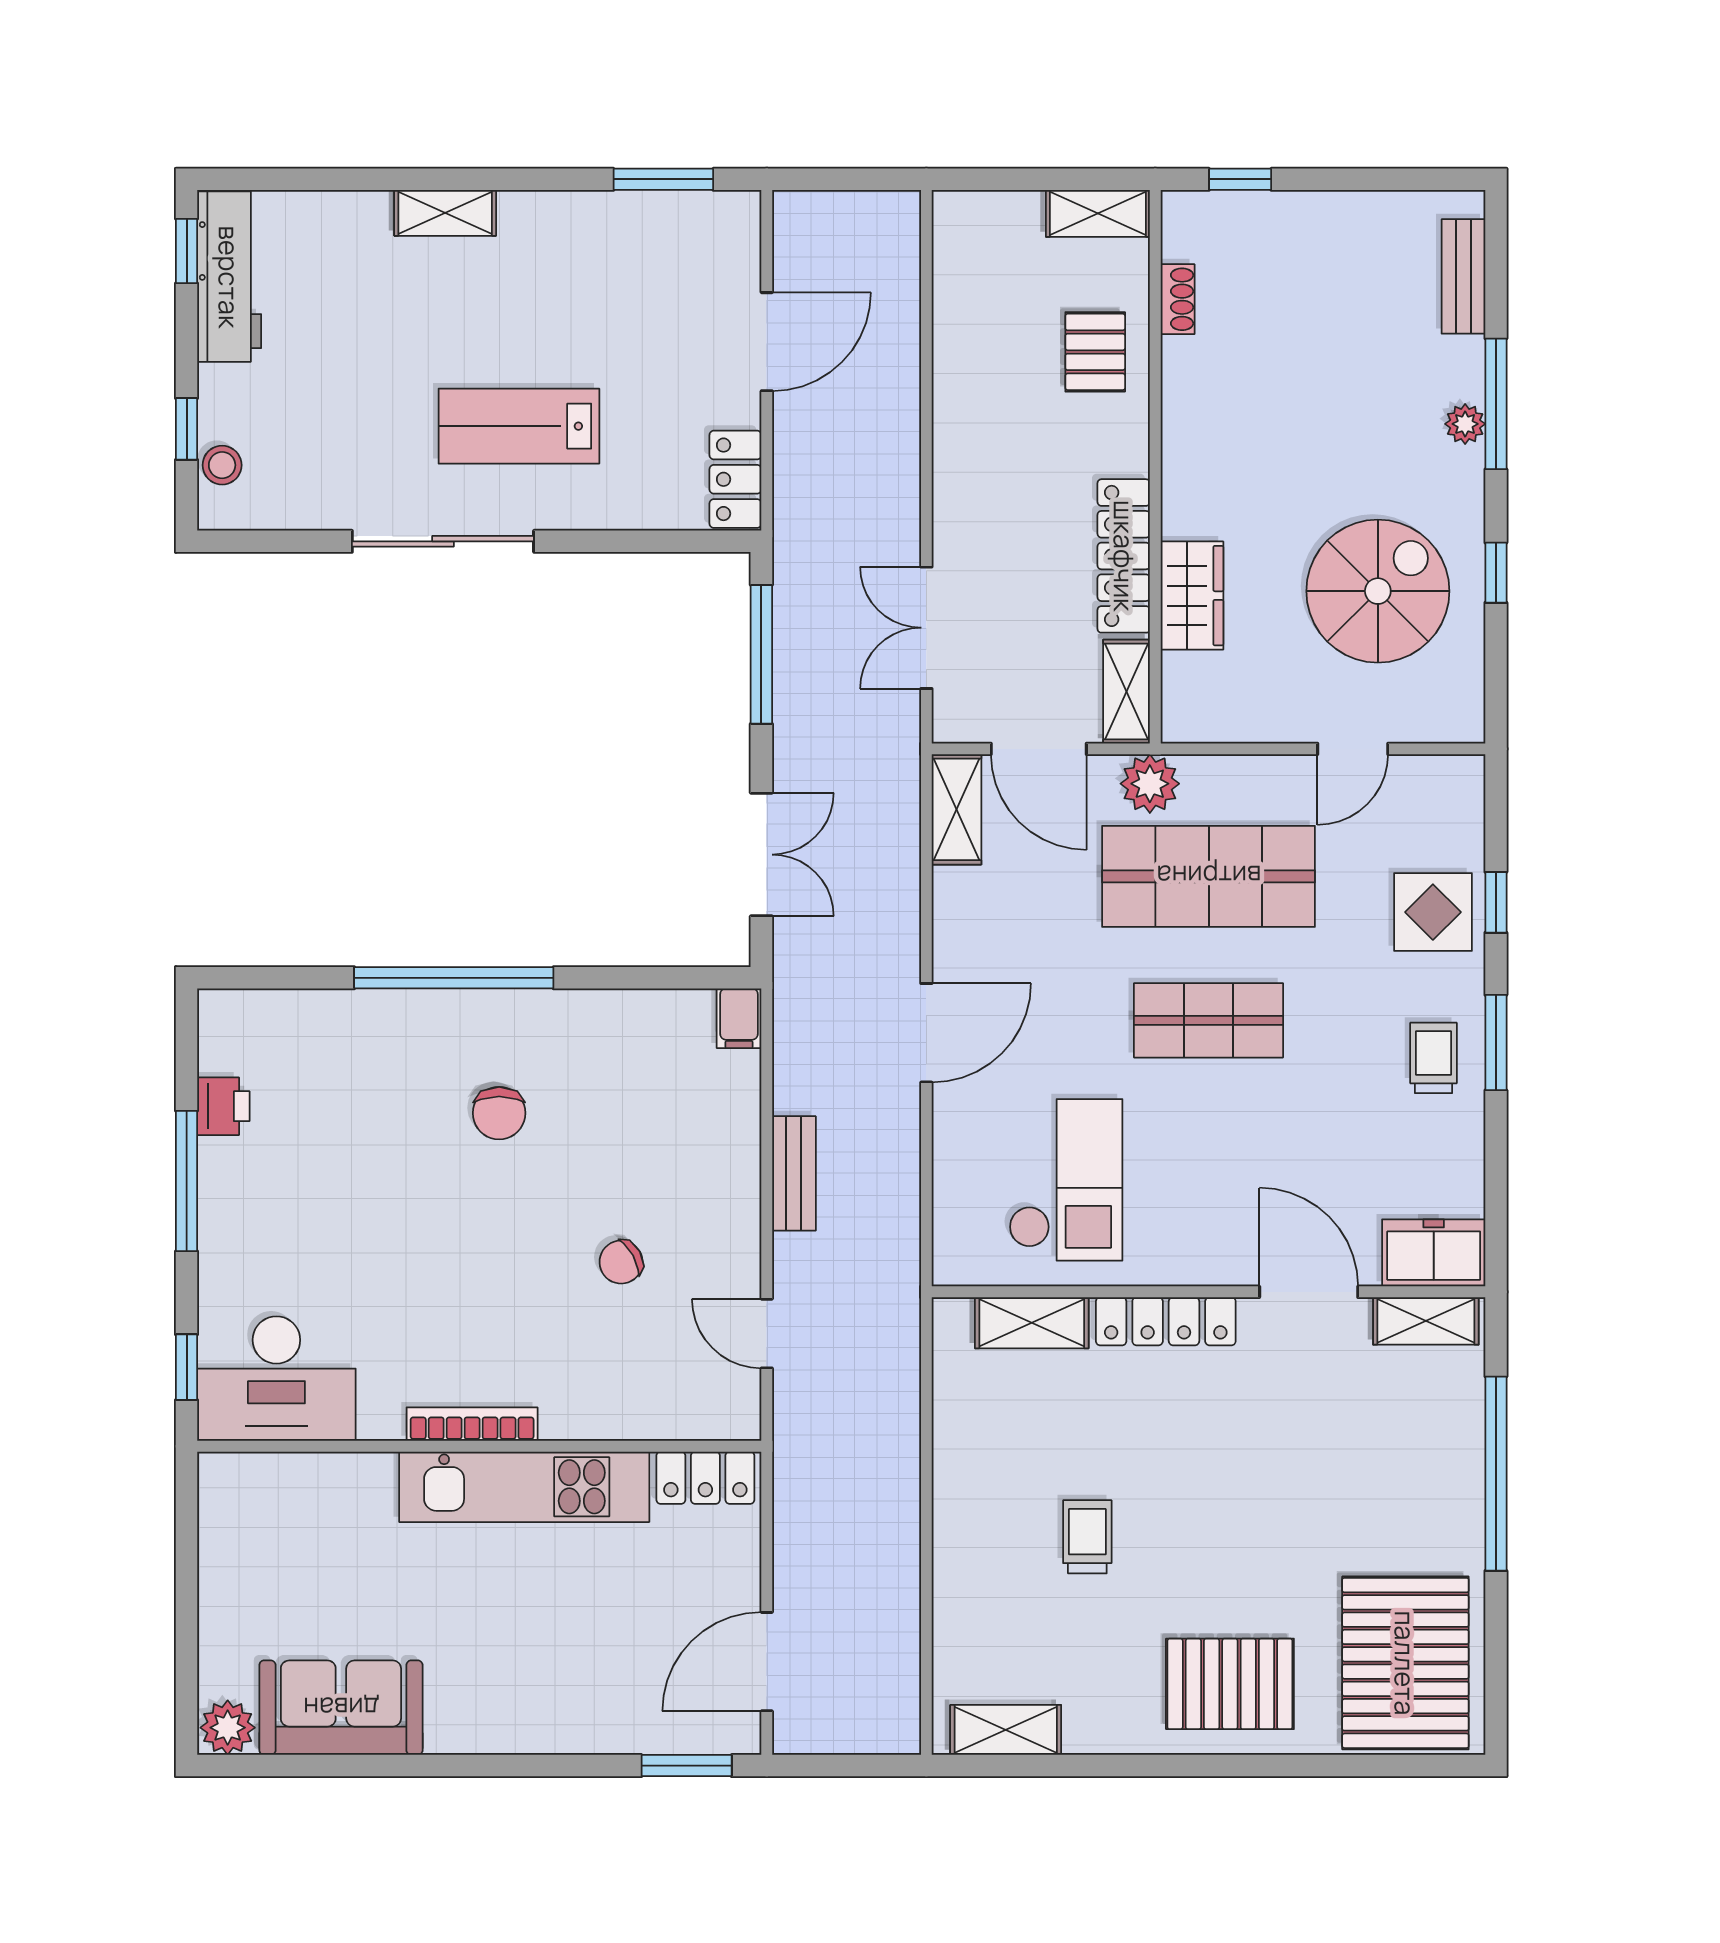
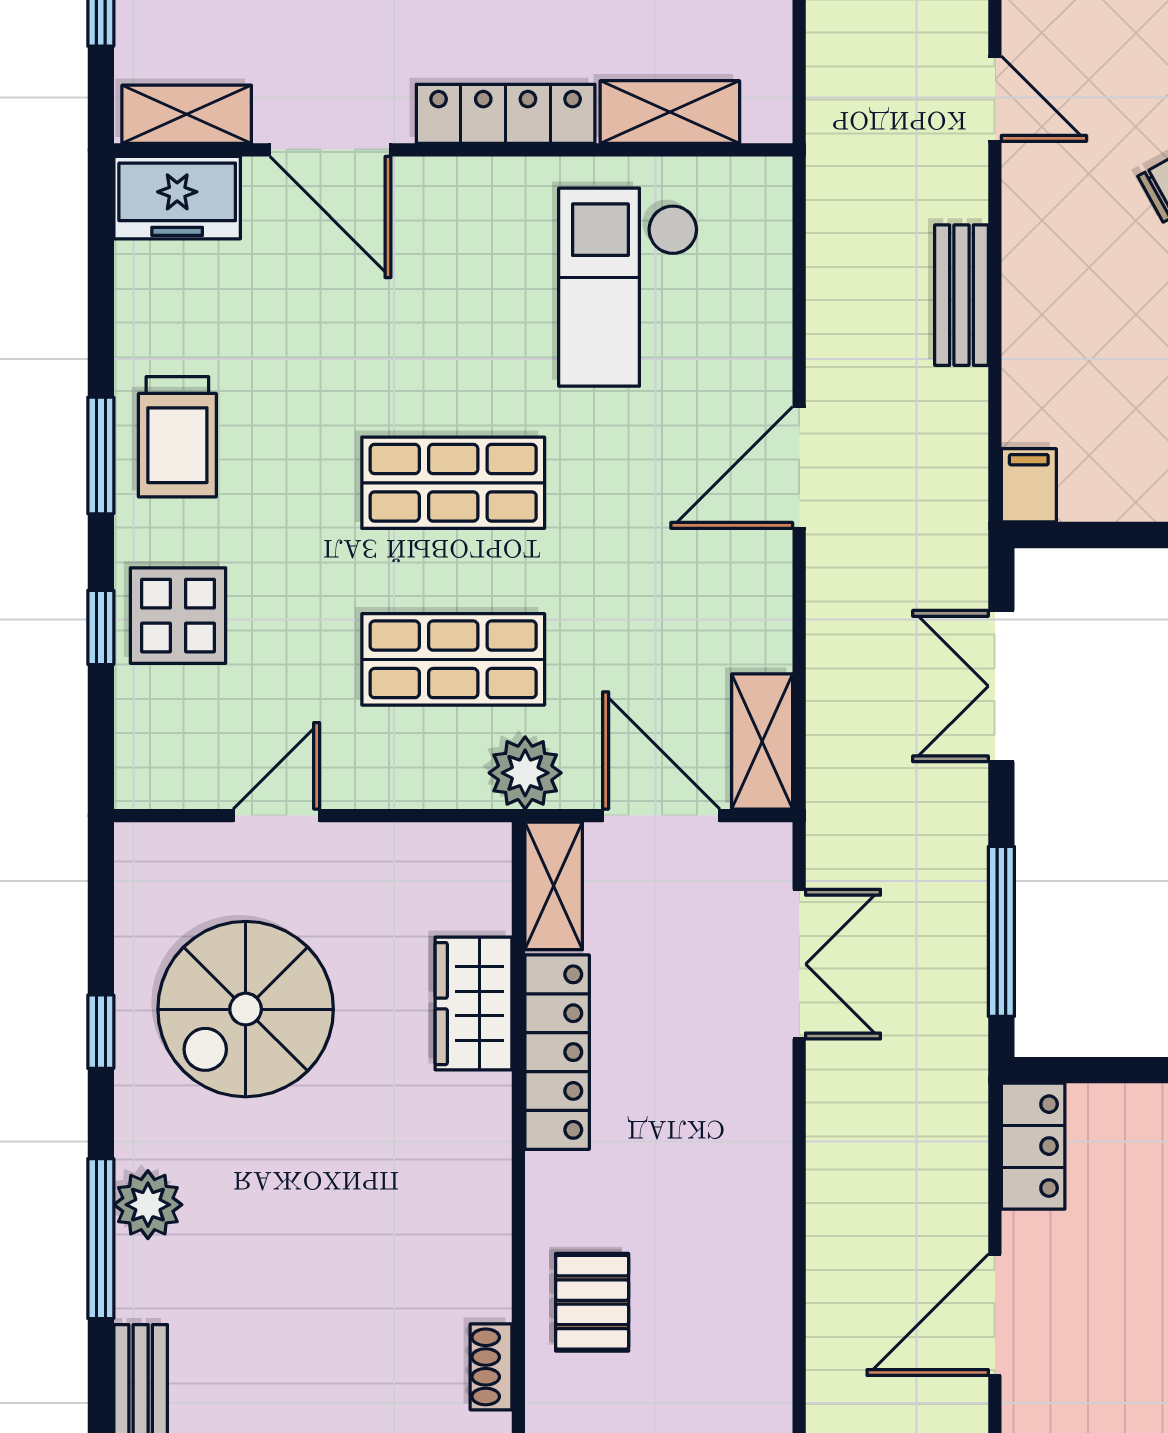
plant: (1465, 424) -> (148, 1205), width x1.38, depth x1.38
shop shelf: (1209, 876) -> (453, 659), width x0.70, depth x0.74
trolley: (1433, 1058) -> (177, 437), width x1.36, depth x1.39

